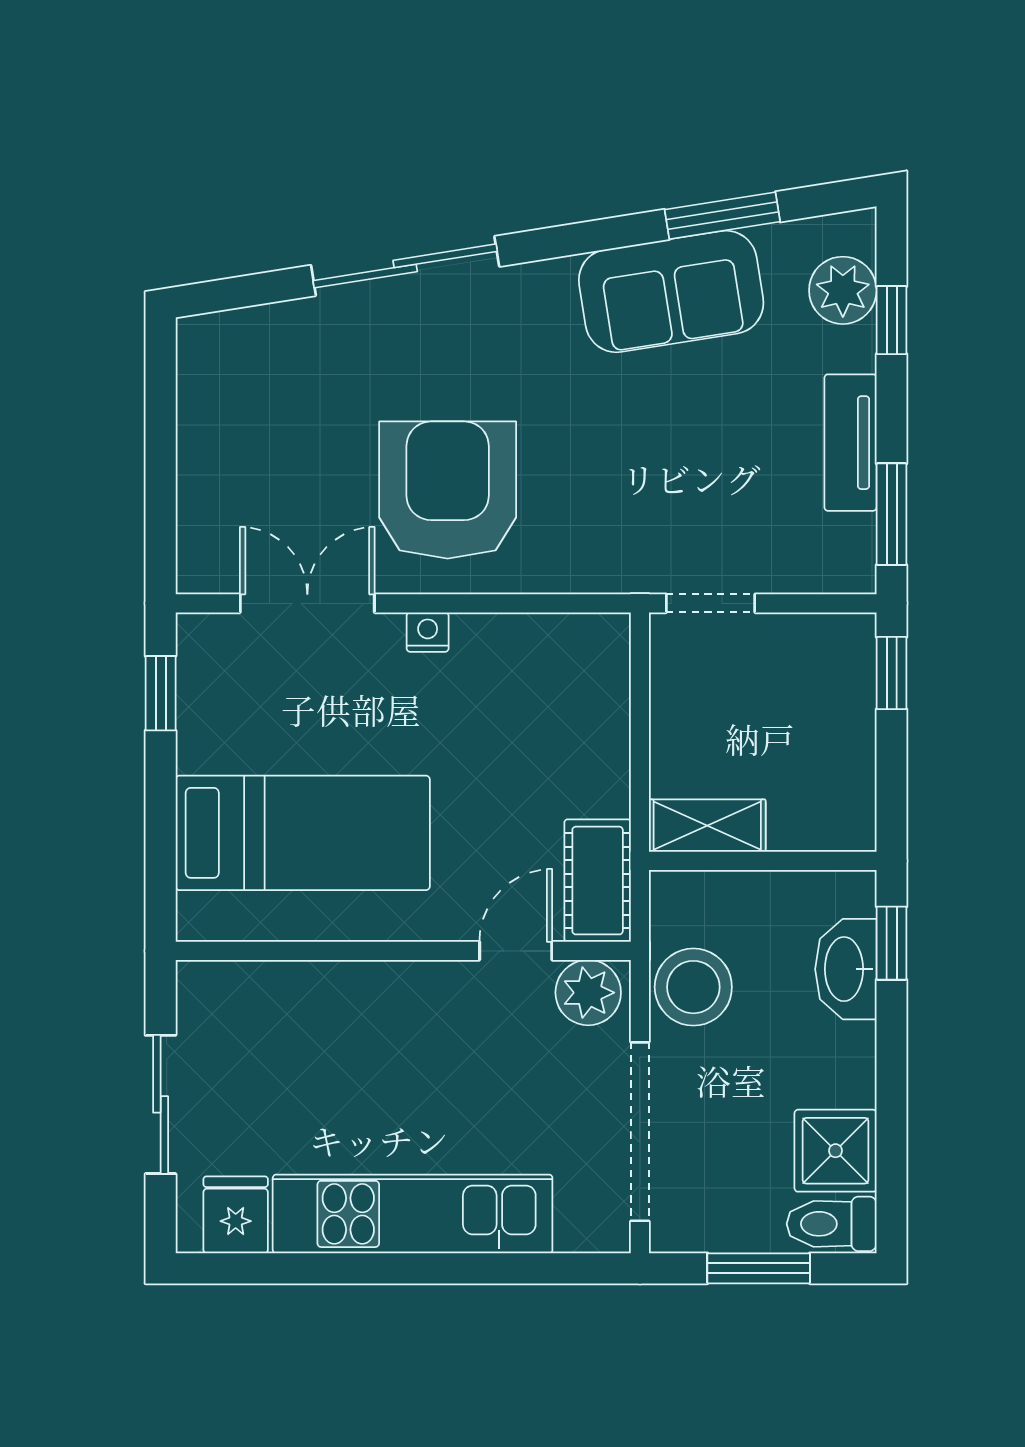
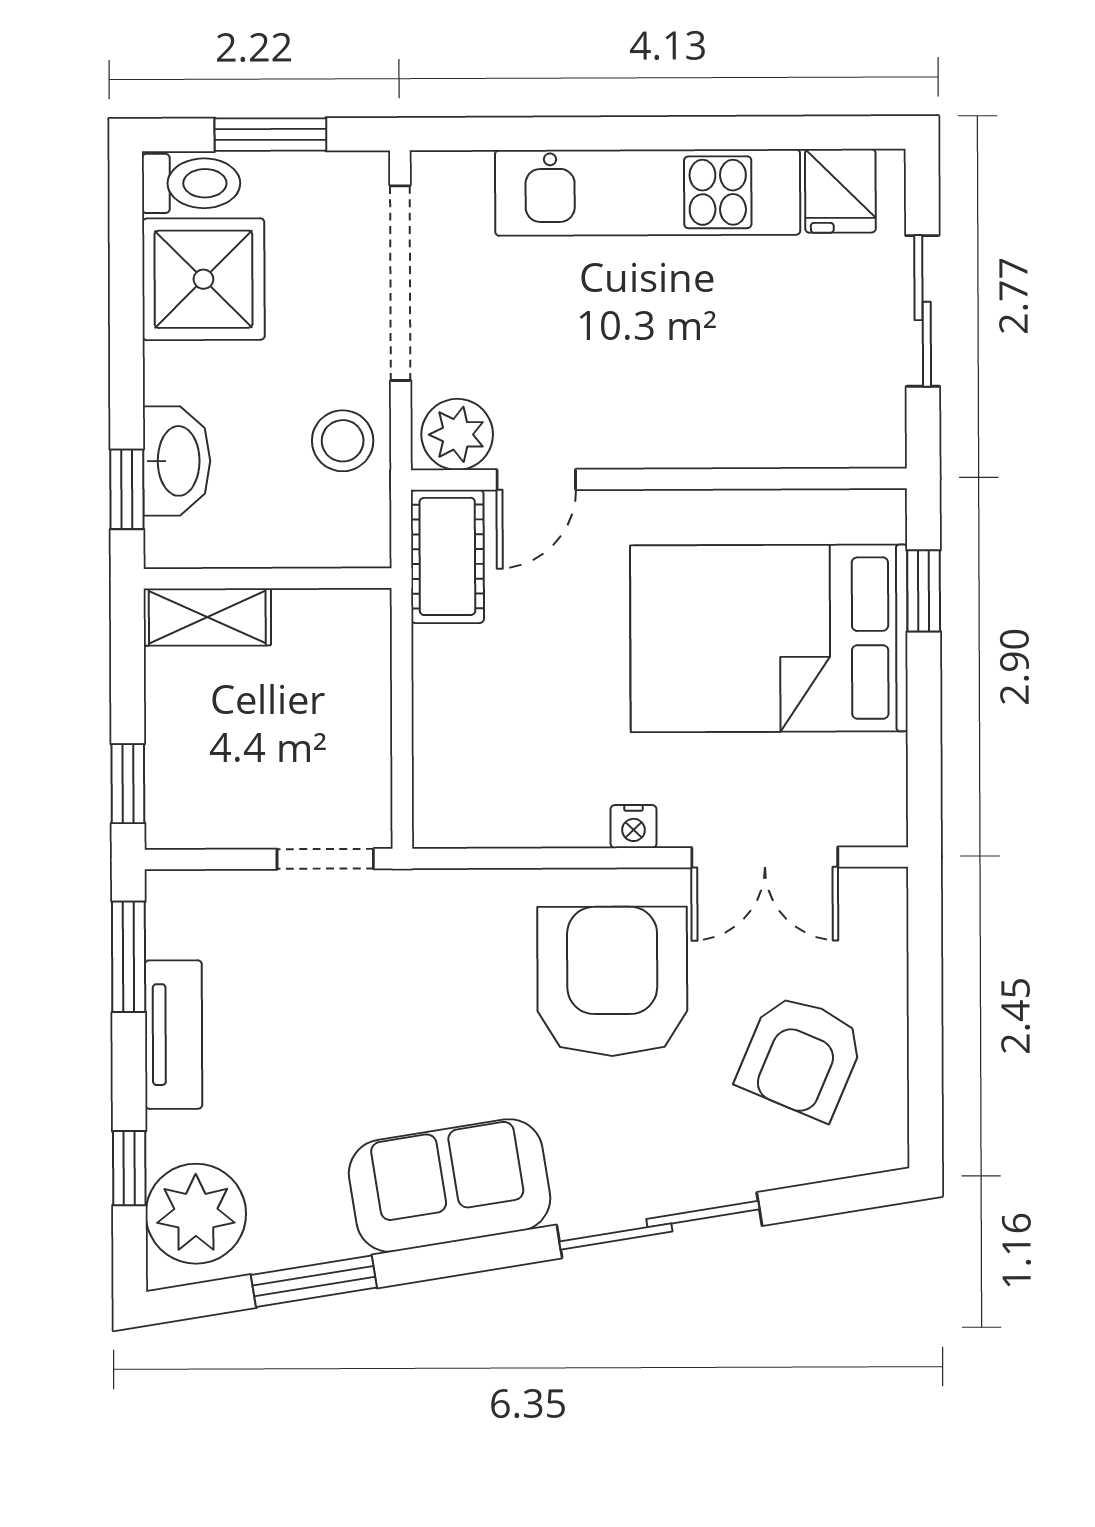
plant: (843, 290) -> (196, 1214), width x1.36, depth x1.36
sofa: (671, 292) -> (450, 1185), moved
armchair: (274, 420) -> (801, 1057), added
armchair: (448, 490) -> (612, 981), turned 180
window: (161, 693) -> (924, 591), moved
shelving: (707, 826) -> (207, 617), moved
bed: (303, 833) -> (769, 638), width x1.50
stool: (693, 987) -> (343, 441), width x0.73, depth x0.73
shower: (836, 1151) -> (203, 279), width x1.36, depth x1.36

